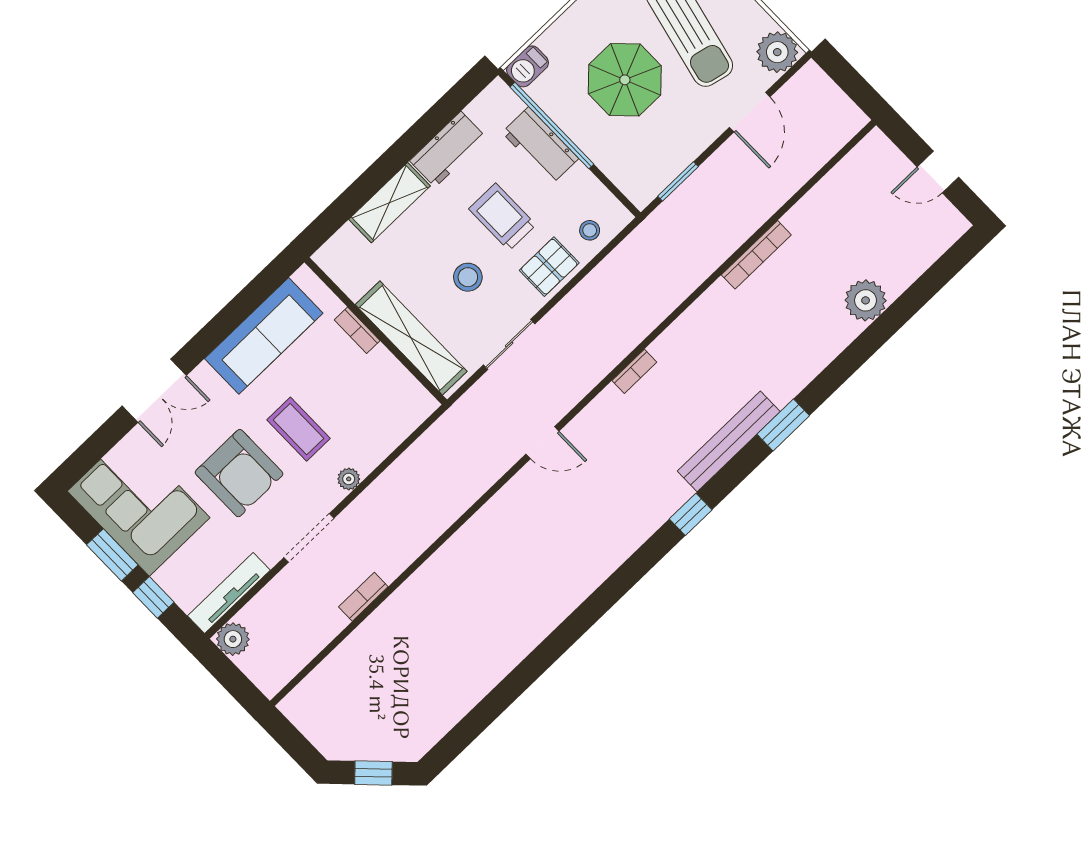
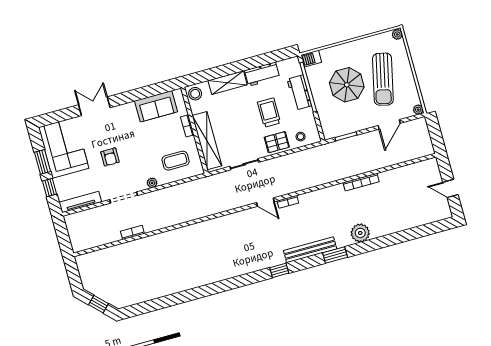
plant: (777, 52) -> (418, 110), width x0.53, depth x0.53
stool: (468, 277) -> (195, 94), moved
plant: (866, 300) -> (360, 233), moved
sofa: (264, 336) -> (156, 106), width x0.73
double door: (154, 391) -> (94, 106), swing flipped
coffee table: (298, 429) -> (176, 161), moved, turned 90
door: (542, 443) -> (265, 202), moved
armchair: (239, 473) -> (110, 157), width x0.53, depth x0.53
plant: (233, 639) -> (72, 221), removed

